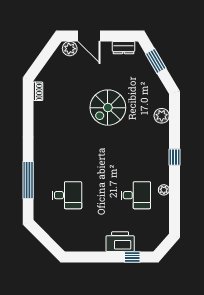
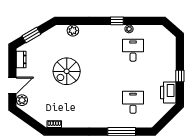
spiral stairs: (108, 108) -> (67, 71), turned 90
window: (174, 157) -> (117, 21), moved
printer: (120, 242) -> (168, 92), moved
window: (132, 257) -> (180, 76), moved

